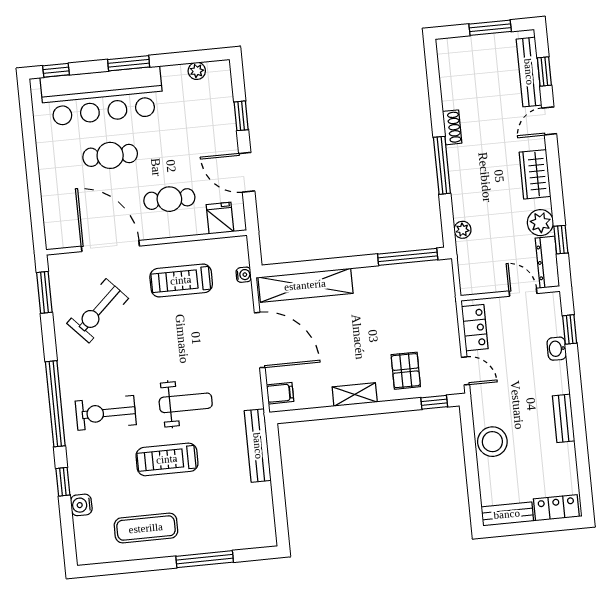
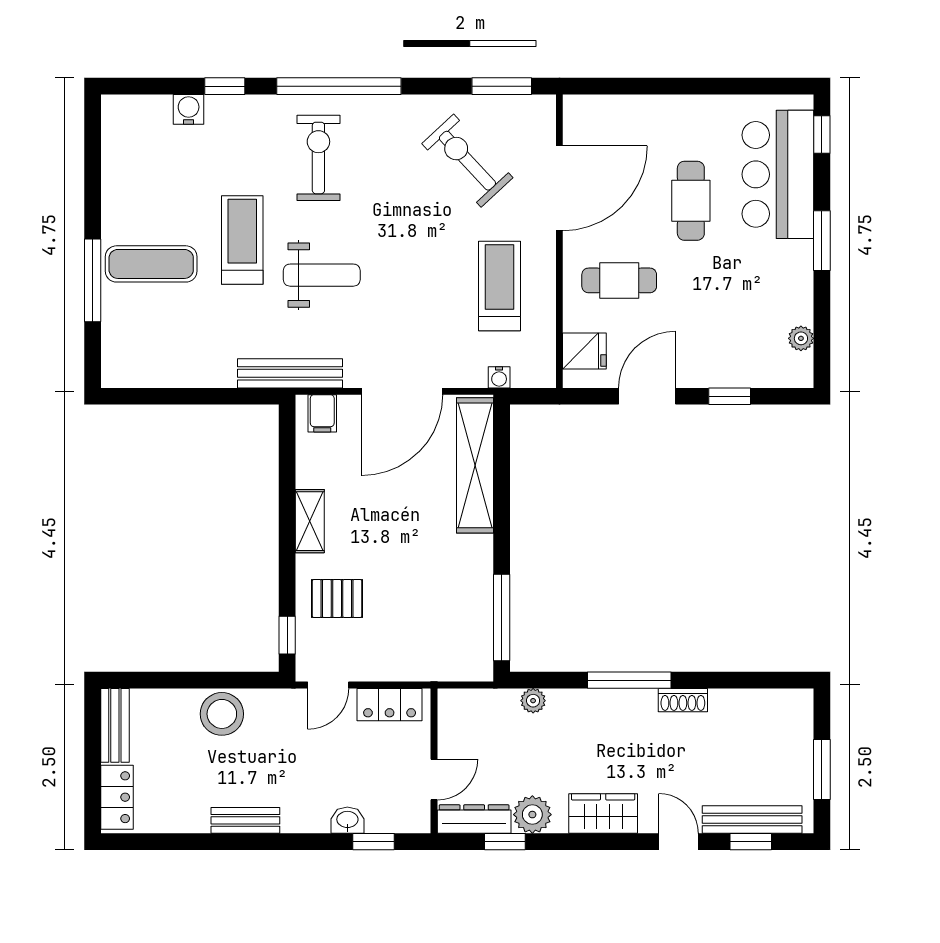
bar counter: (102, 96) -> (778, 174), width x0.73
cafe table: (169, 199) -> (619, 280), turned 90
weight bench: (186, 403) -> (322, 275), turned -90
bench: (258, 446) -> (290, 373), moved
exercise mat: (146, 528) -> (151, 264), moved, turned 90

